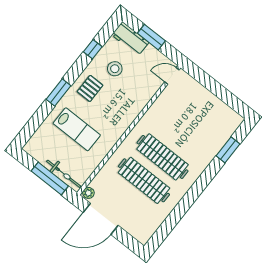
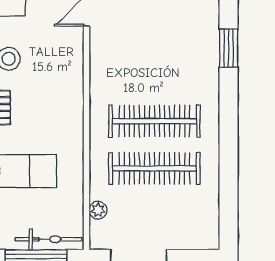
plant: (88, 193) -> (98, 210), moved

